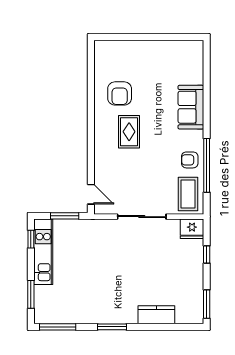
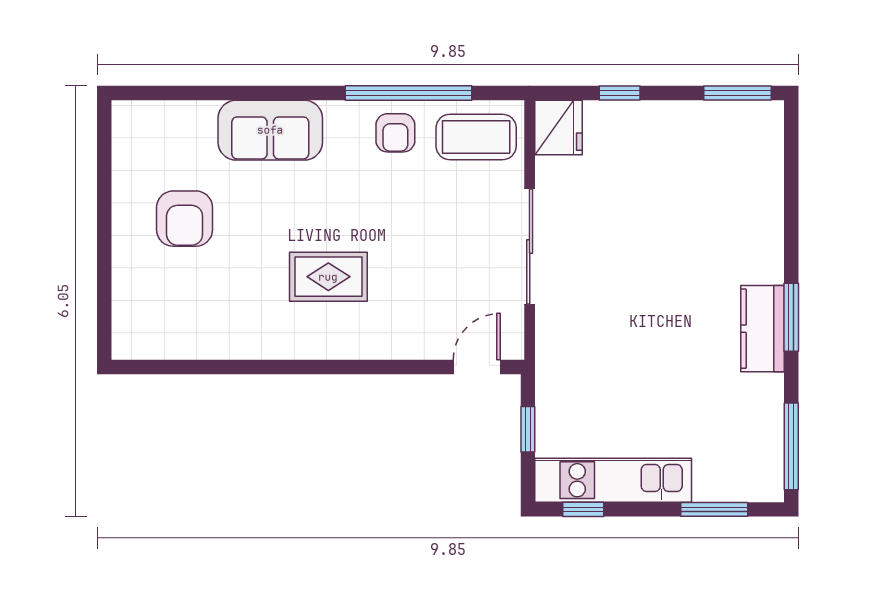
armchair: (120, 93) -> (185, 219), moved, turned 90
window: (65, 216) -> (528, 429), width x0.67
kitchen counter: (156, 315) -> (763, 329), moved

